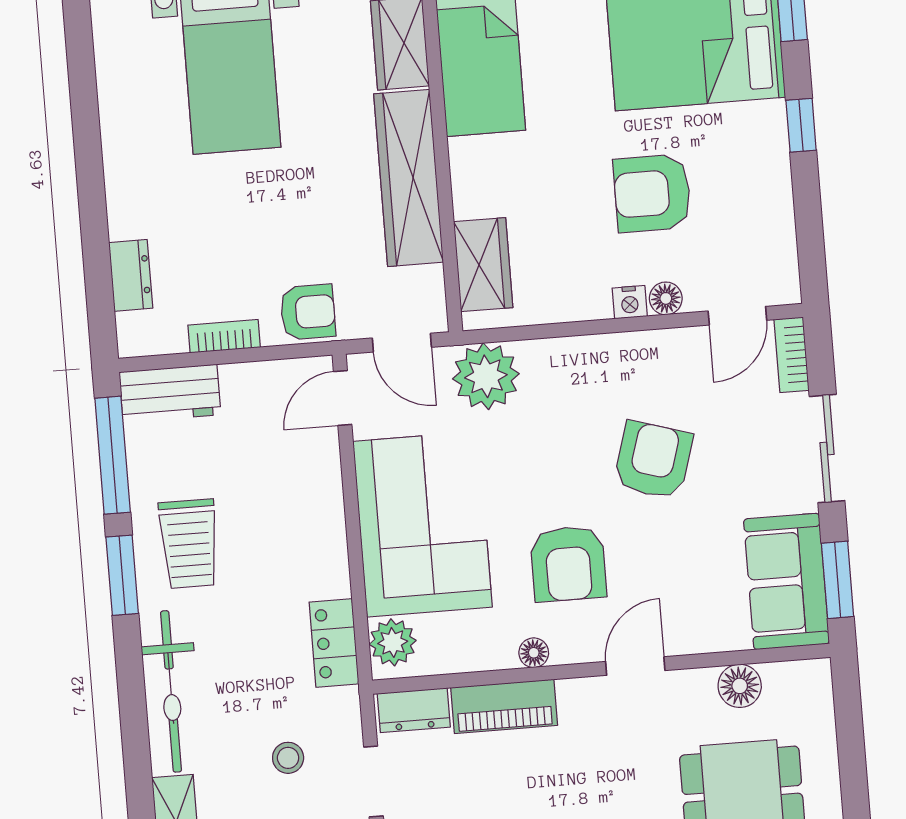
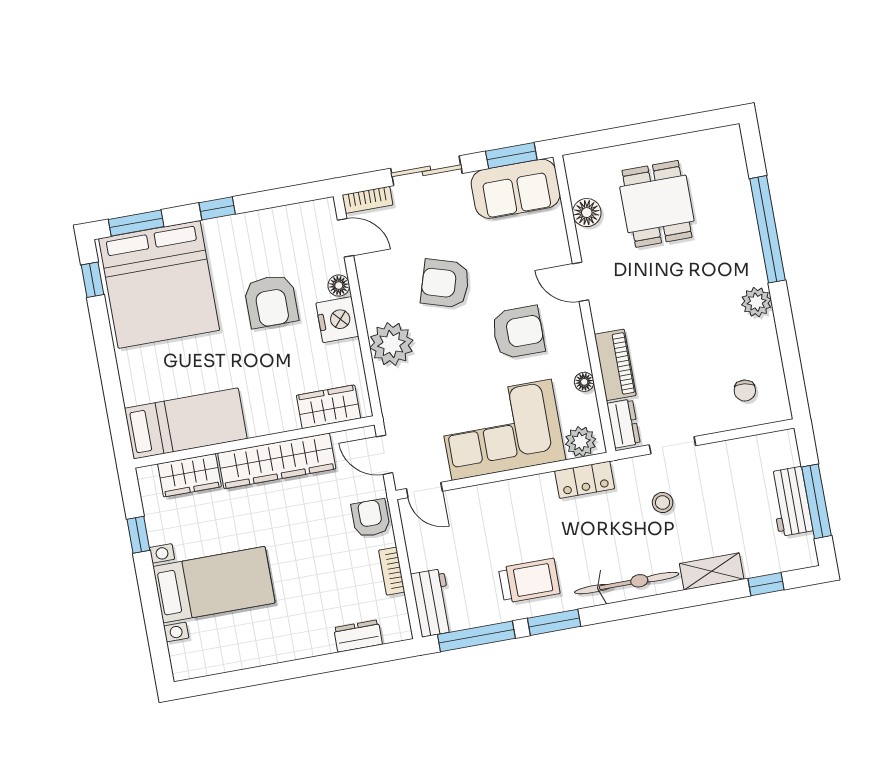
nightstand: (630, 302) -> (337, 320), width x1.89, depth x1.79
door: (402, 343) -> (385, 455), swing flipped
plant: (486, 376) -> (391, 344), moved
floor lamp: (534, 653) -> (584, 382), moved

